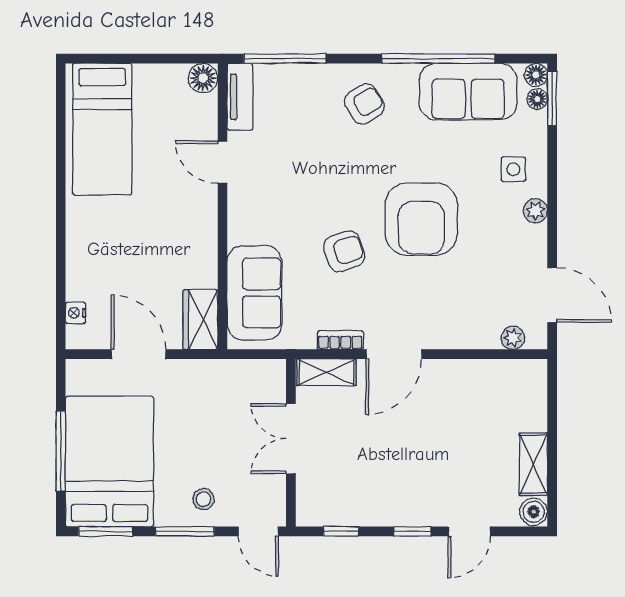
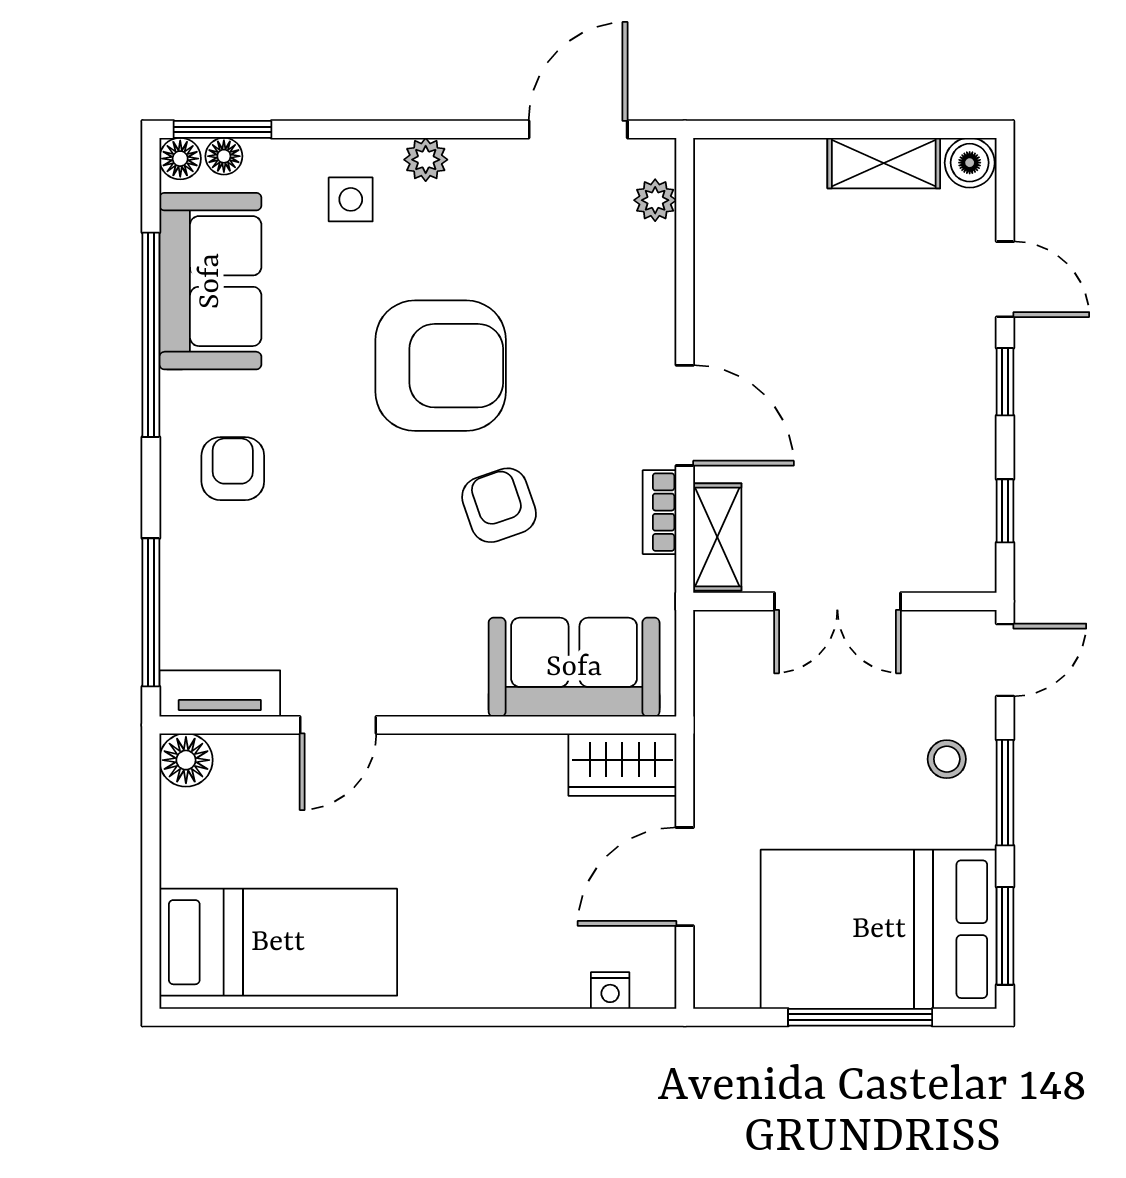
armchair: (364, 104) -> (233, 469), turned 32

